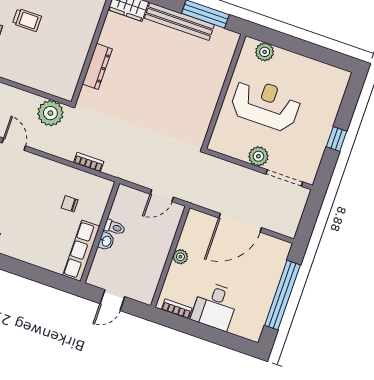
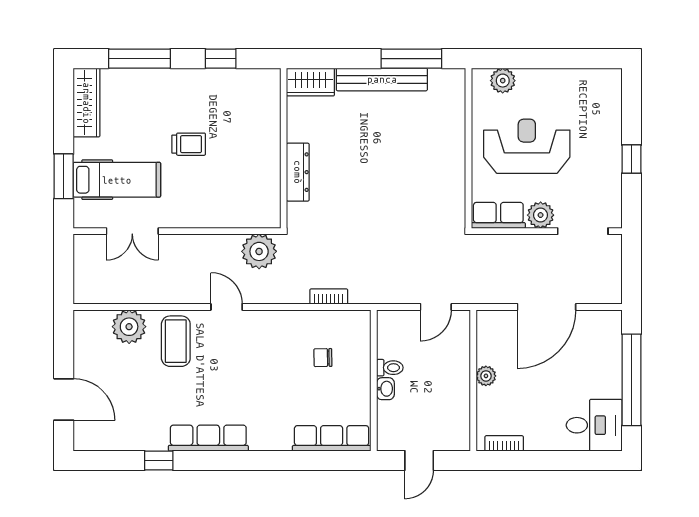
row of seats: (229, 146) -> (498, 215), added
row of seats: (81, 251) -> (332, 438), moved, turned 90
desk: (215, 306) -> (594, 425), moved, turned -90

